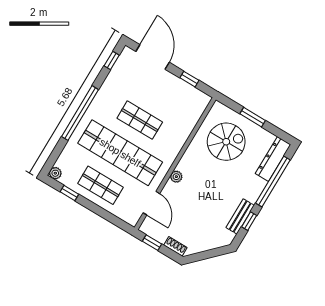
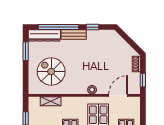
window: (253, 117) -> (26, 51), moved
shelving: (192, 120) -> (51, 101), added
bench: (240, 216) -> (74, 34), moved

